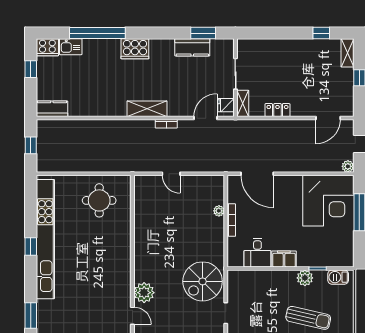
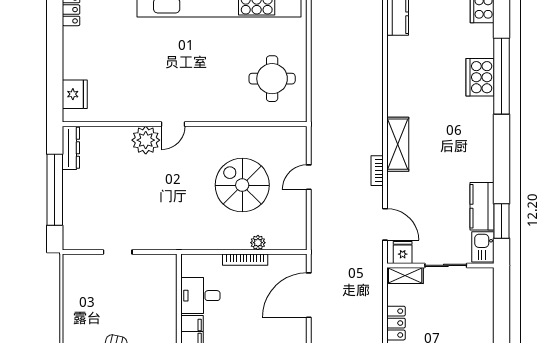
kitchen sink: (71, 47) -> (483, 247), moved
cooker: (135, 49) -> (480, 77), moved
spiral stairs: (203, 281) -> (242, 185), moved
door: (132, 316) -> (173, 124), moved

